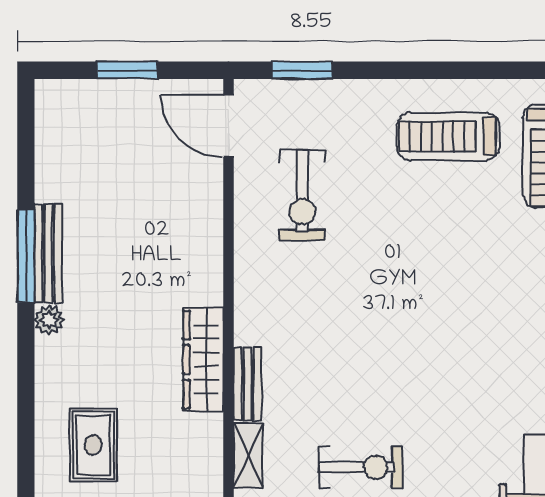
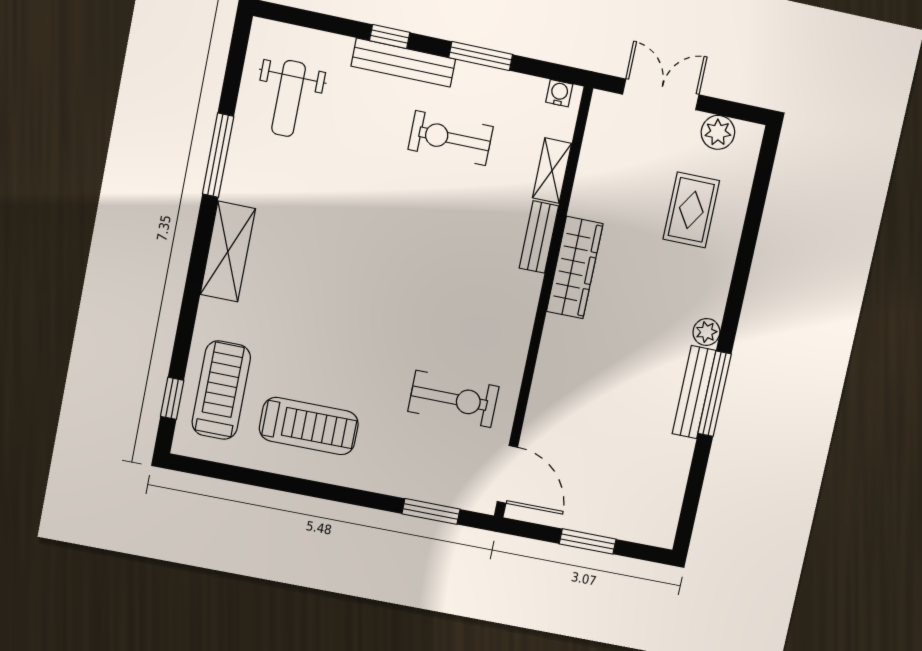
exercise bike: (302, 195) -> (453, 399), turned 90

